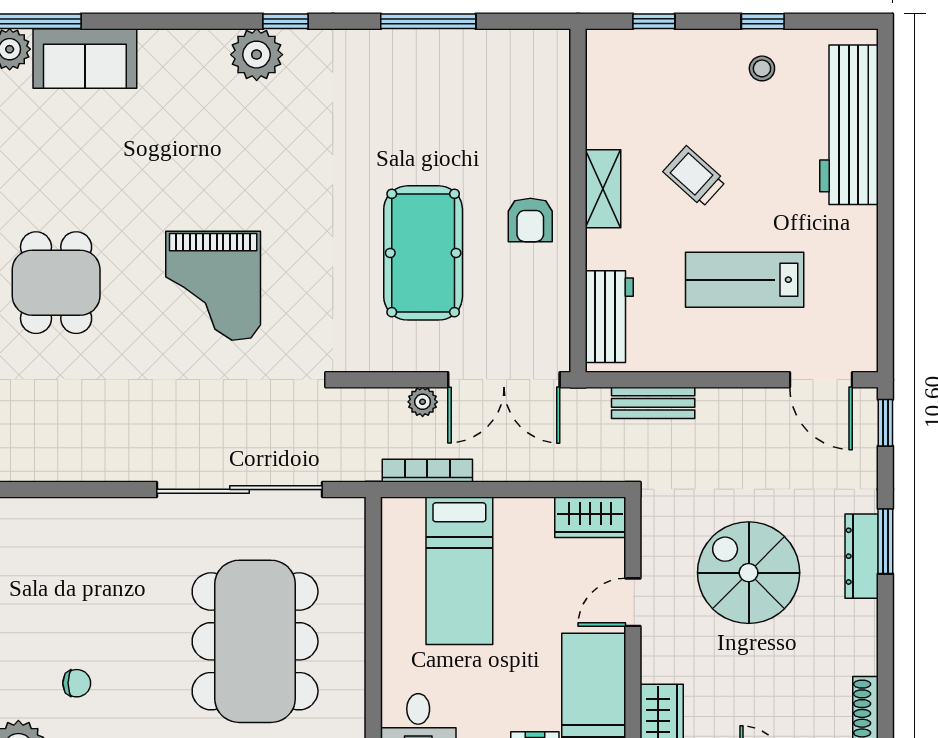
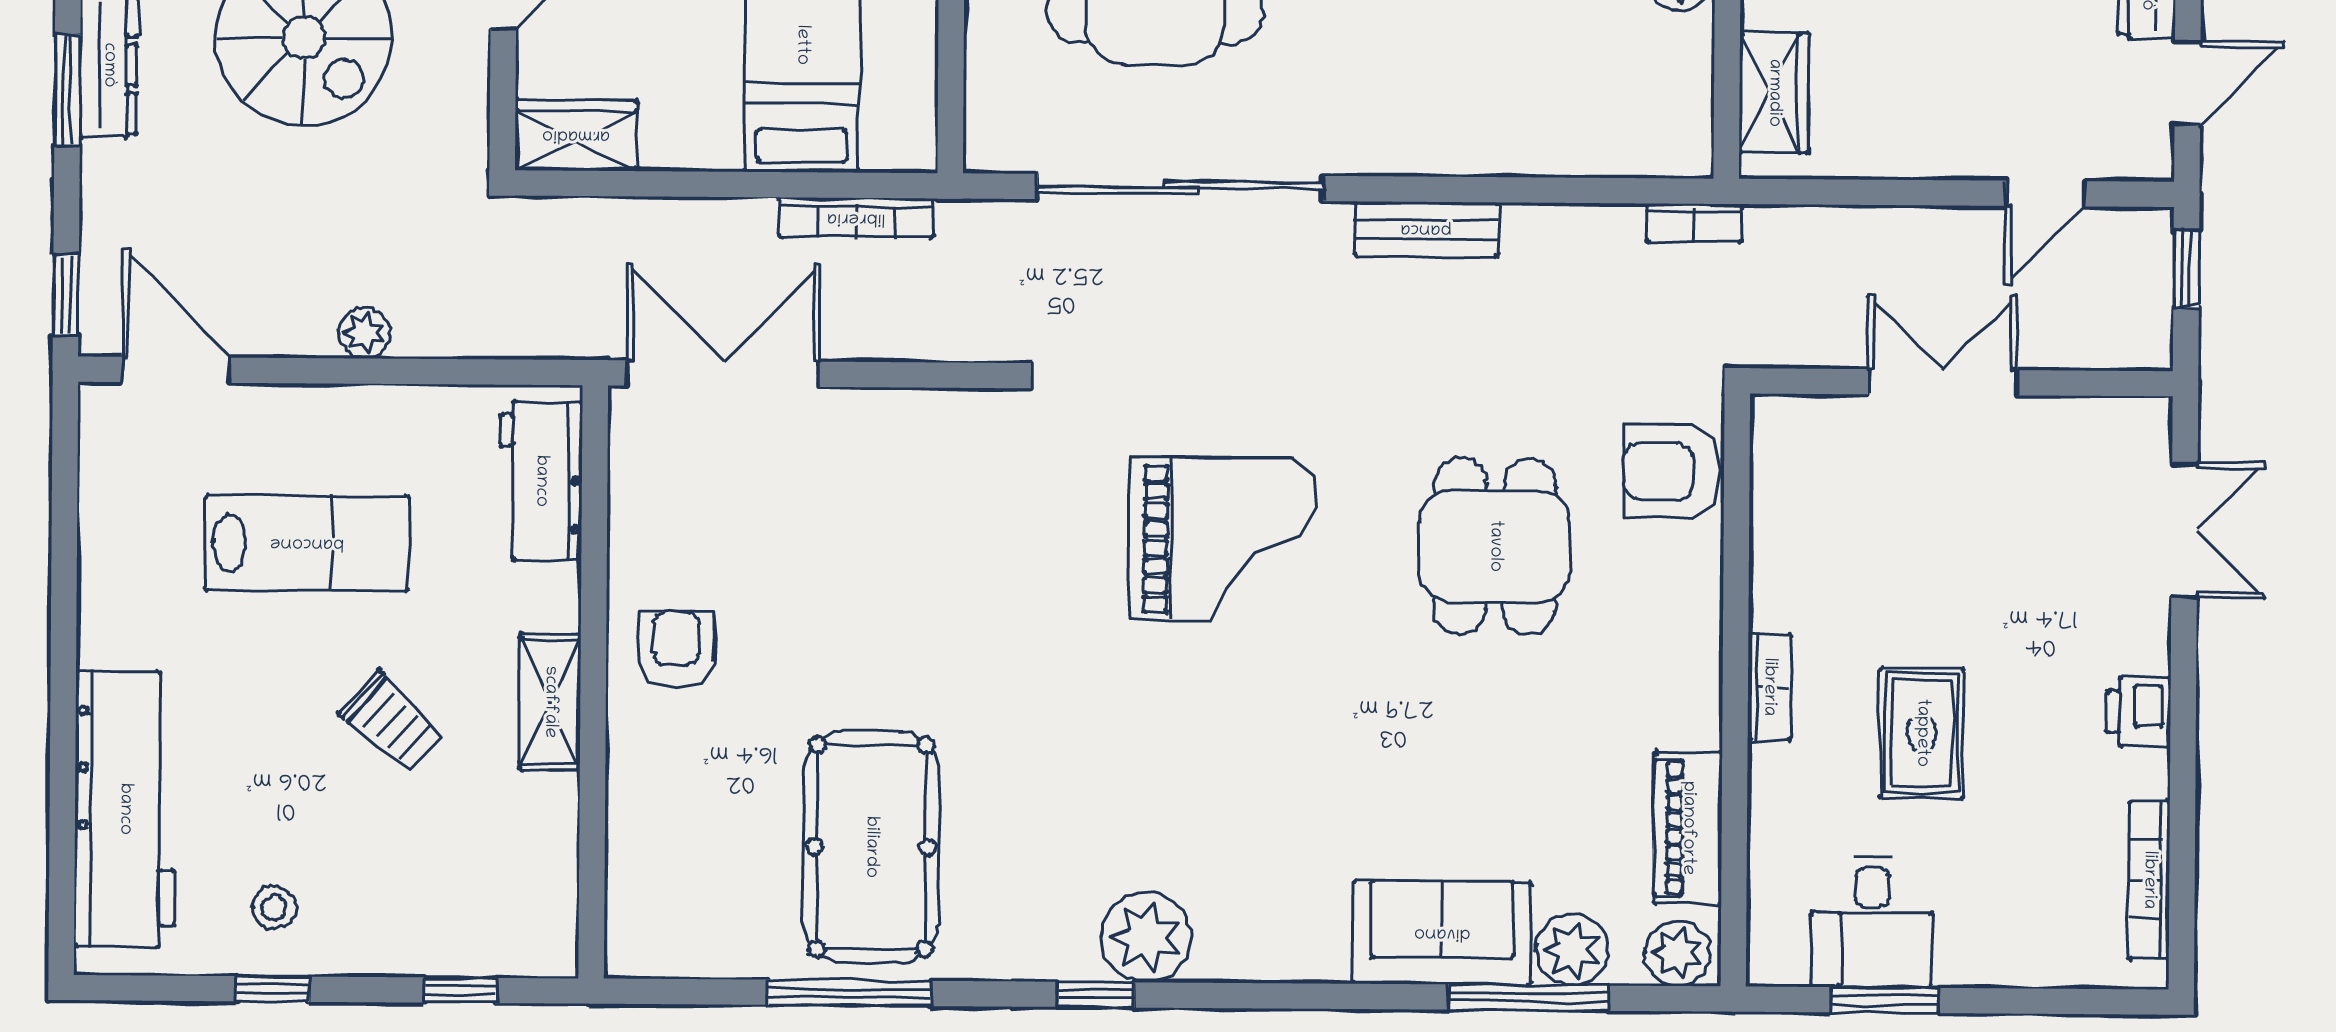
pool table: (423, 253) -> (871, 847), moved
grand piano: (213, 286) -> (1224, 539), turned 90
plant: (423, 402) -> (364, 333), moved
bench: (653, 403) -> (1426, 229), moved

